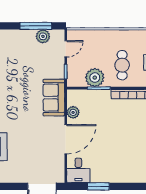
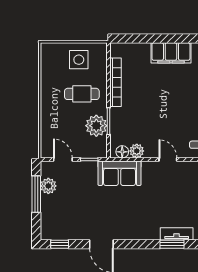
floor lamp: (72, 100) -> (122, 152), added
door: (66, 139) -> (168, 159), width x0.53

